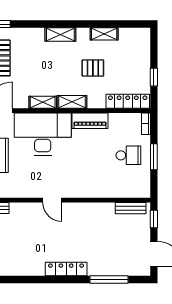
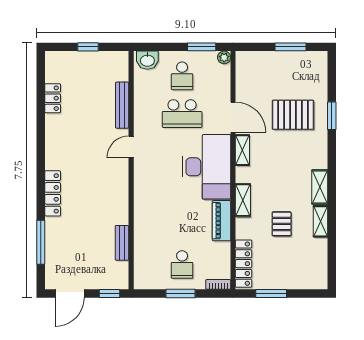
shelving: (104, 34) -> (320, 221), moved
window: (154, 77) -> (271, 293), width x1.50
shelving: (43, 102) -> (242, 150), moved
door: (52, 200) -> (131, 147), moved
bench: (131, 208) -> (122, 243), moved

